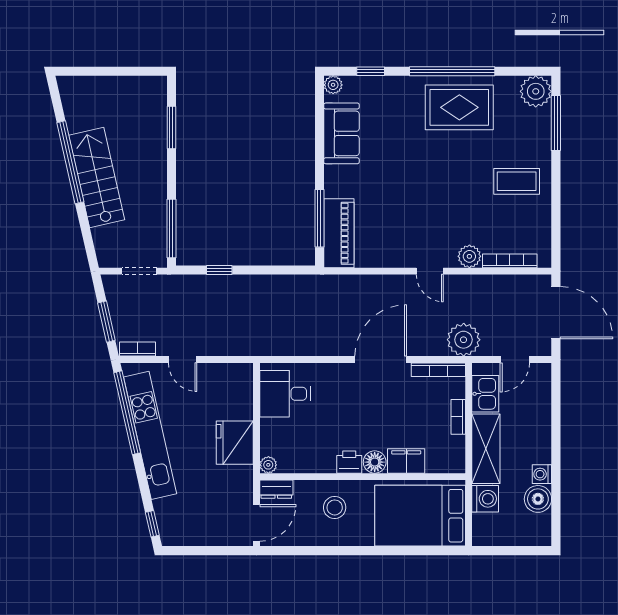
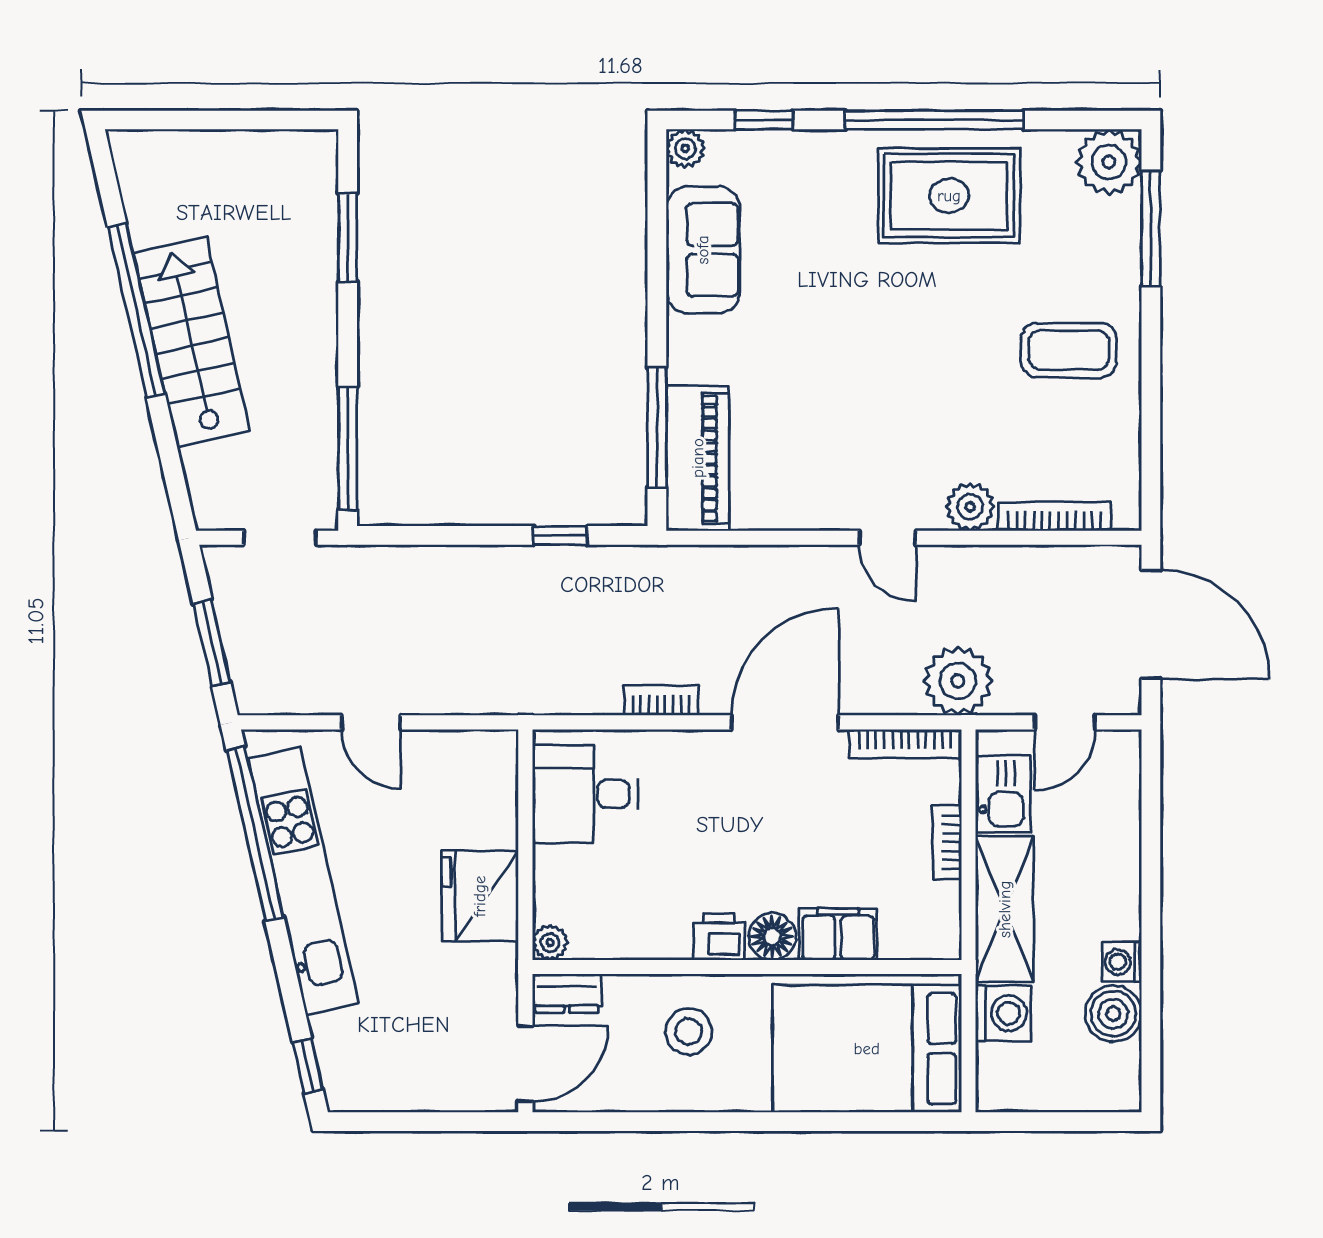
window: (219, 270) -> (560, 535), moved
bookcase: (137, 349) -> (661, 700), moved

